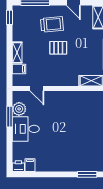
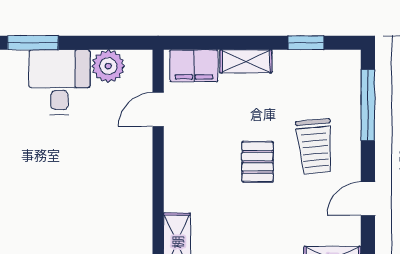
window: (10, 17) -> (306, 43), moved
filing cabinet: (19, 69) -> (194, 66), width x2.00
window: (10, 117) -> (33, 43), moved

